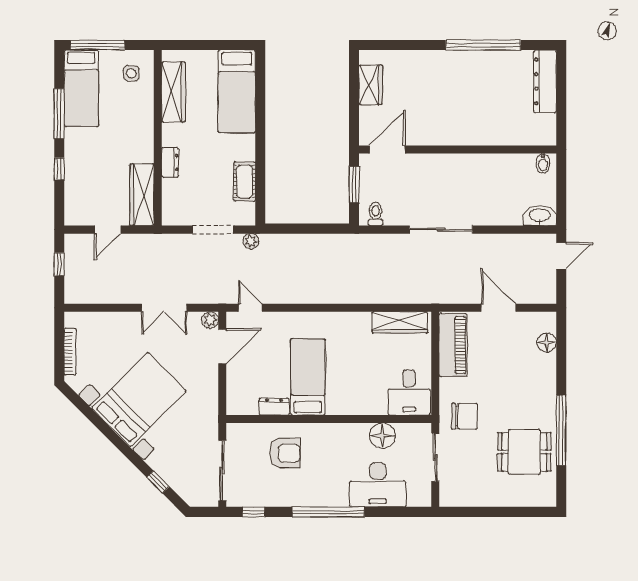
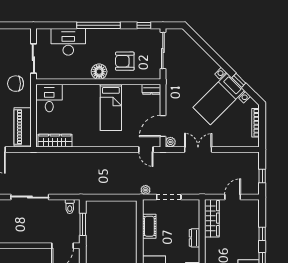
bed with nightstands: (139, 400) -> (219, 99), width x0.73
dresser: (274, 407) -> (151, 89), moved
floor lamp: (382, 436) -> (99, 72), moved
window: (158, 482) -> (239, 80), moved

